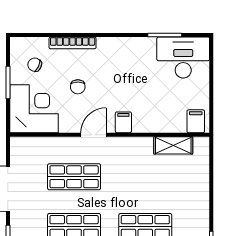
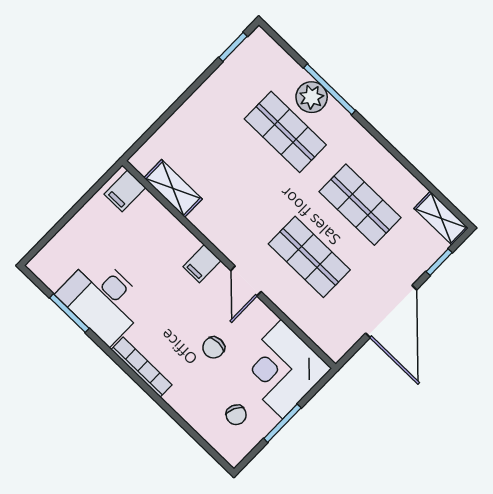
bookcase: (73, 43) -> (141, 367), moved
desk: (183, 58) -> (103, 300), moved
chair: (78, 87) -> (214, 348), turned 180
door: (93, 135) -> (246, 281), hinge flipped

